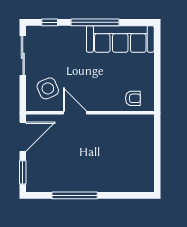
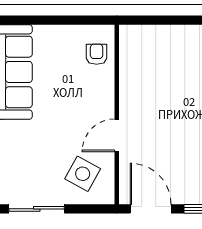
side table: (48, 88) -> (83, 174), turned -38

